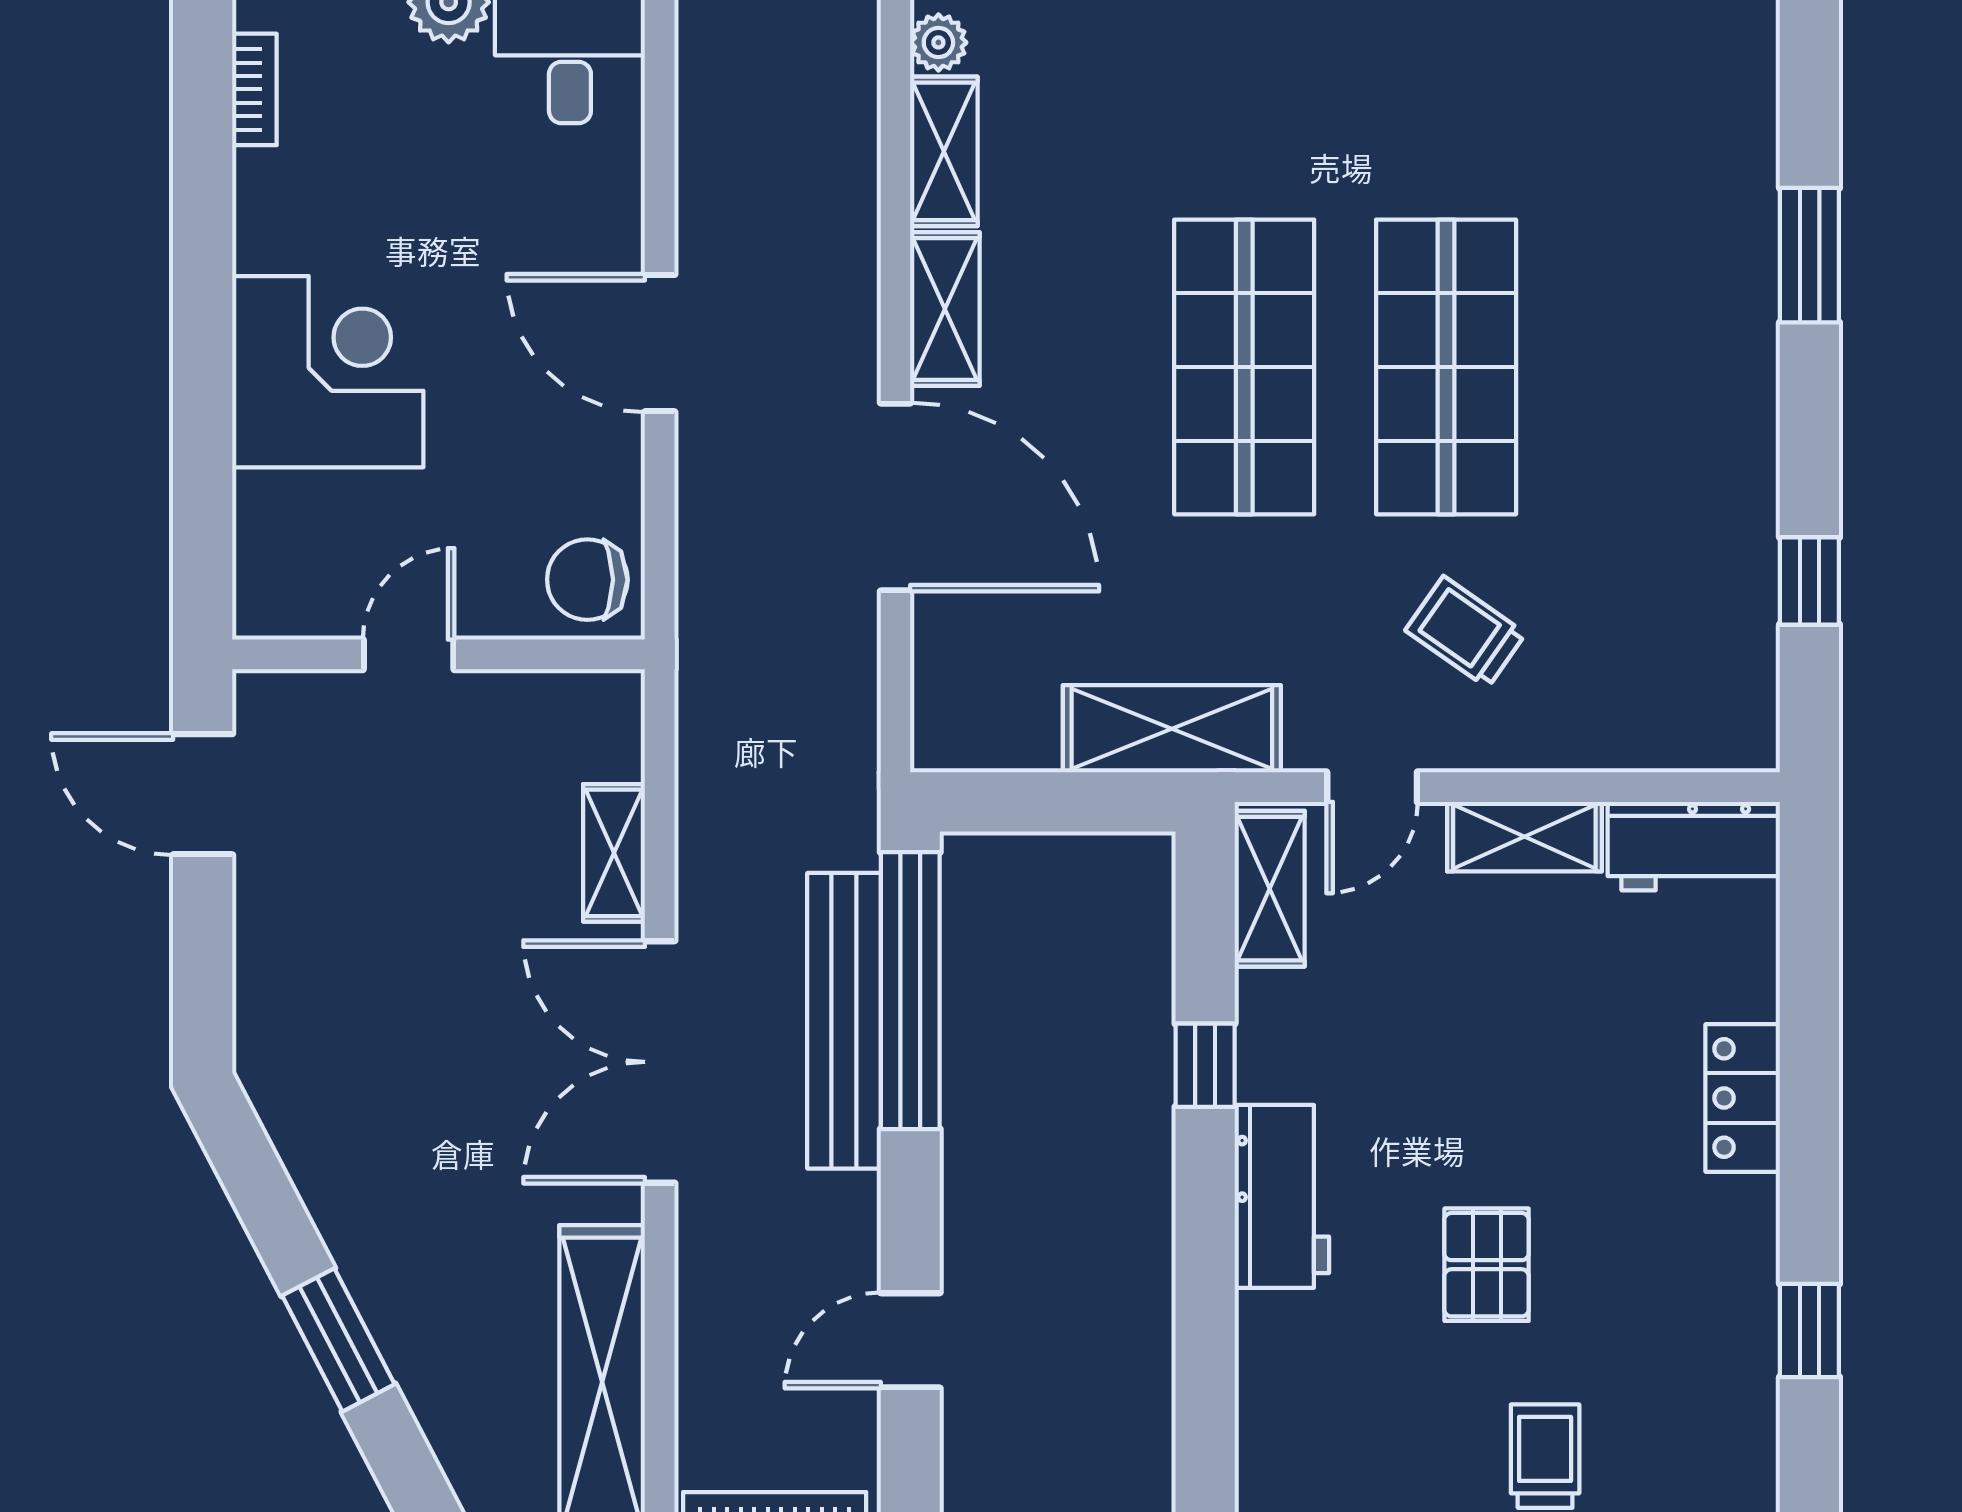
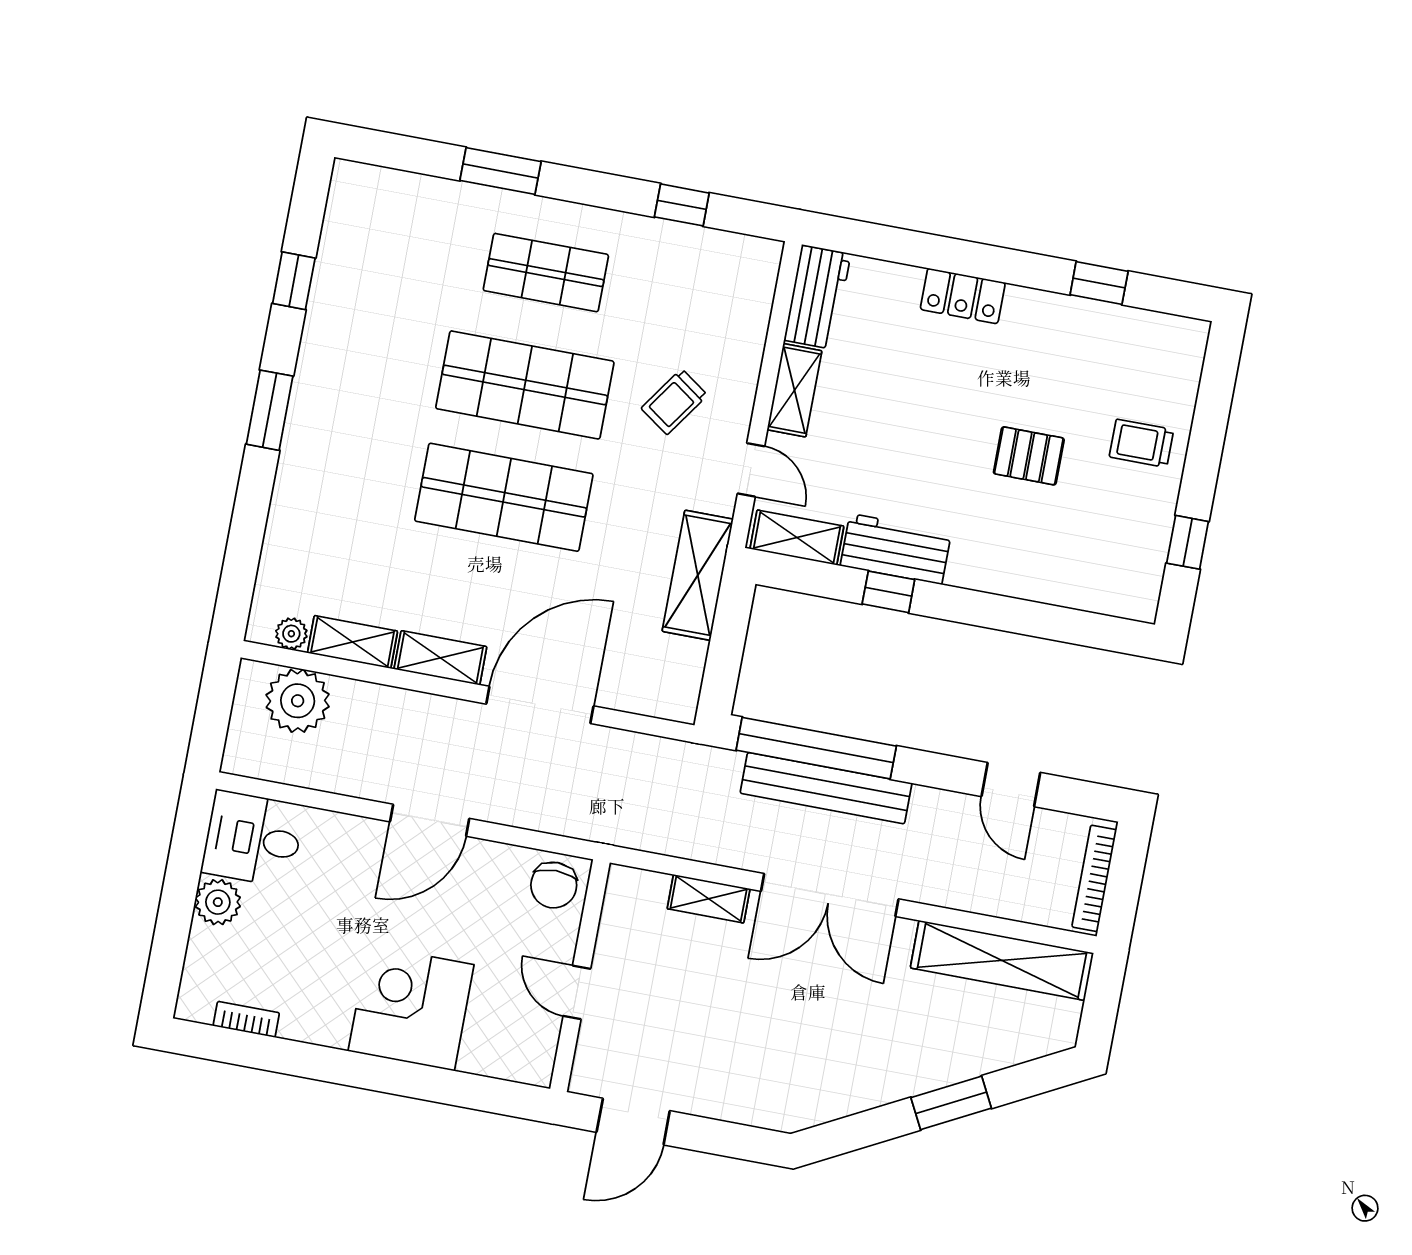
plant: (824, 75) -> (298, 701), added
shop shelf: (1648, 367) -> (546, 273), added
workbench: (1282, 1196) -> (896, 549), moved

